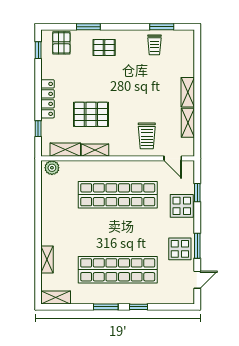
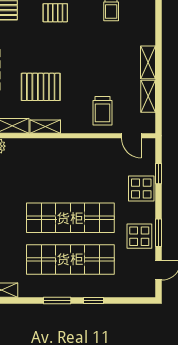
shop shelf: (118, 195) -> (70, 218), moved

